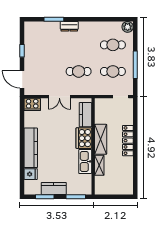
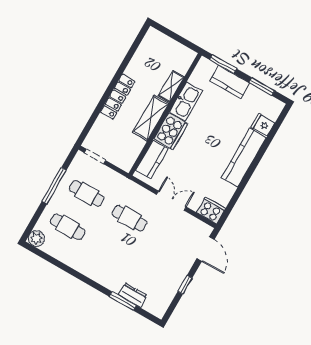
dresser: (69, 26) -> (133, 295), moved
kitchen counter: (54, 189) -> (230, 82), moved

